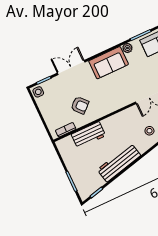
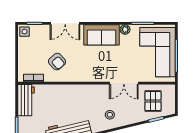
double door: (71, 68) -> (65, 23), swing flipped
workbench: (88, 135) -> (26, 100), moved, turned -90

